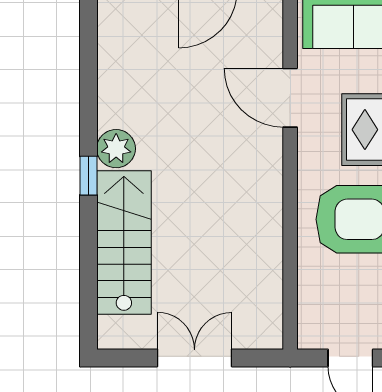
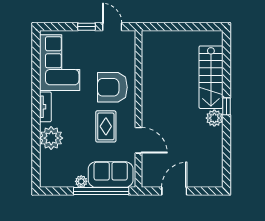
double door: (195, 358) -> (180, 27), removed

